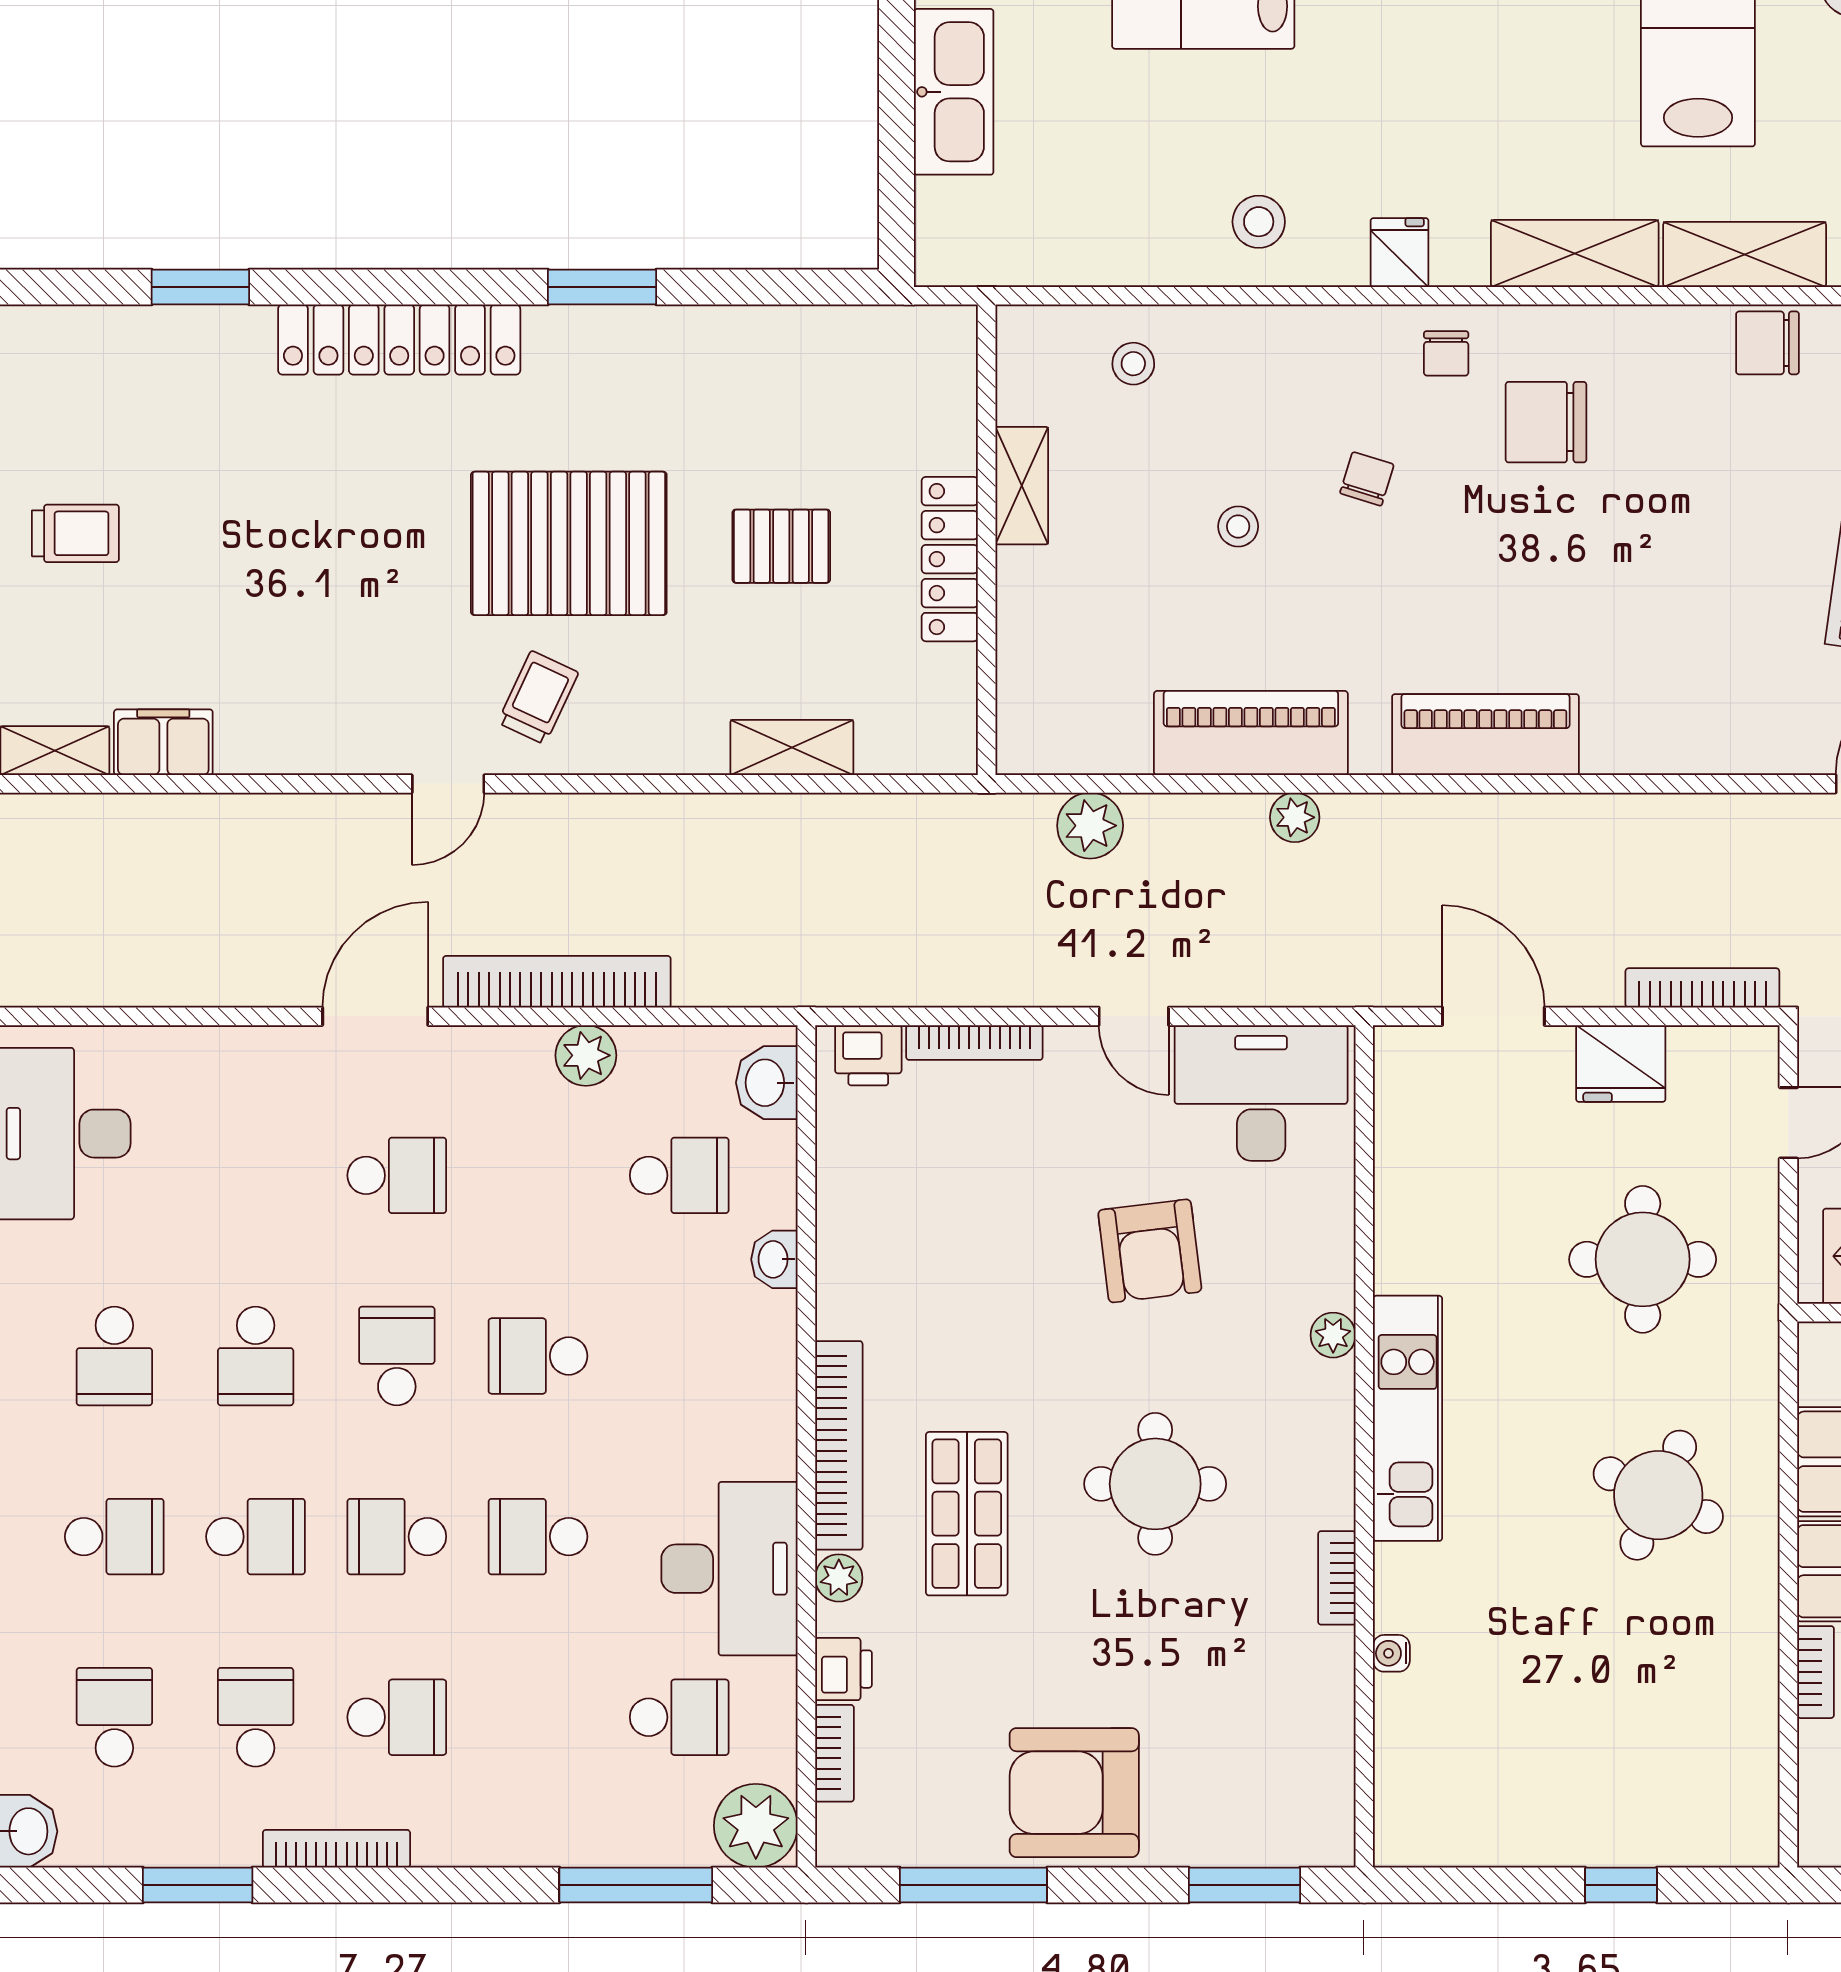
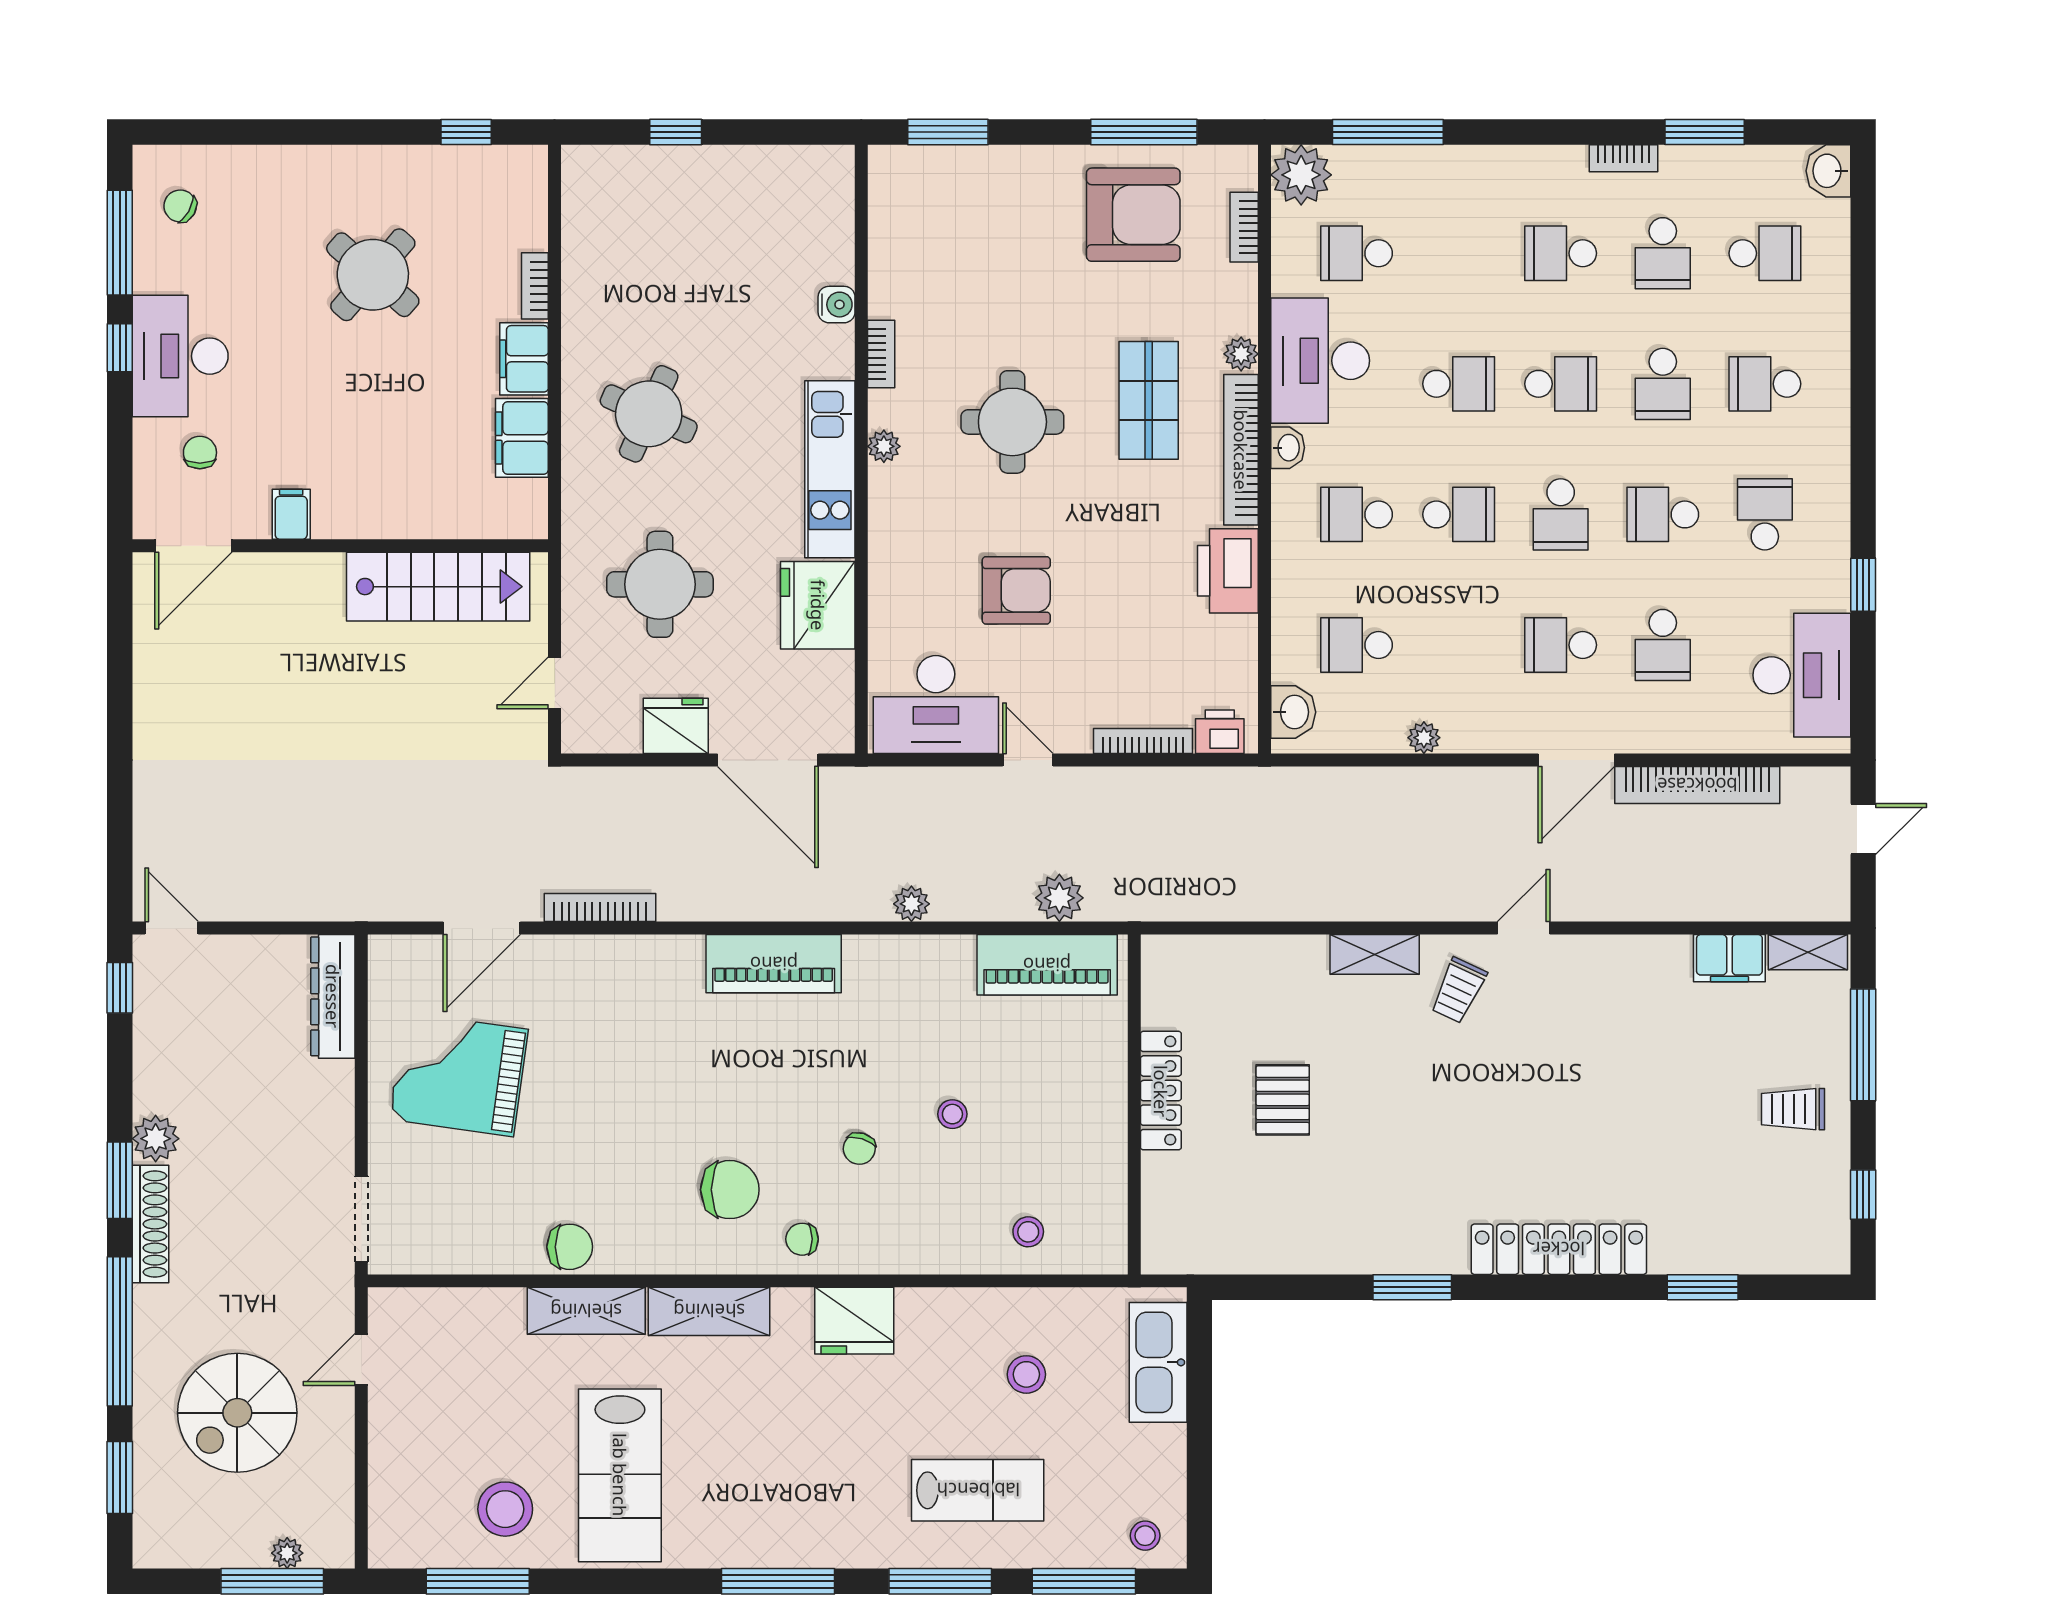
kitchen sink: (954, 92) -> (1158, 1362), moved
stool: (1259, 222) -> (1026, 1374), moved
fridge: (1400, 253) -> (854, 1321), width x1.88, depth x1.34
chair: (1446, 353) -> (802, 1239), turned -90
shelving: (1022, 486) -> (1109, 1144), removed
pallet: (569, 543) -> (1436, 1102), removed
pallet: (781, 546) -> (1283, 1100), turned 90
piano: (1251, 733) -> (1047, 965), moved
shelving: (792, 747) -> (1375, 954), moved
bookcase: (557, 982) -> (1697, 785), moved
bookcase: (1702, 988) -> (600, 907), moved, turned 180
door: (1493, 1016) -> (768, 760), width x1.36
plant: (586, 1055) -> (1424, 738), width x0.73, depth x0.73
school desk: (256, 1175) -> (1663, 645), added
fridge: (1424, 1230) -> (818, 605), added
armchair: (1150, 1251) -> (1016, 590), turned 97
washbasin: (774, 1259) -> (1288, 448), moved
plant: (1333, 1335) -> (884, 446), moved
school desk: (256, 1356) -> (1663, 514), turned -90
school desk: (679, 1356) -> (1356, 514), added
school desk: (256, 1537) -> (1663, 384), turned -90
water cooler: (1391, 1653) -> (837, 305), width x1.38, depth x1.38
printer: (844, 1669) -> (1228, 571), moved, width x1.87, depth x1.48
school desk: (114, 1717) -> (1765, 253), turned -90
armchair: (1074, 1793) -> (1133, 215), moved
bookcase: (336, 1849) -> (1623, 158), width x0.64

